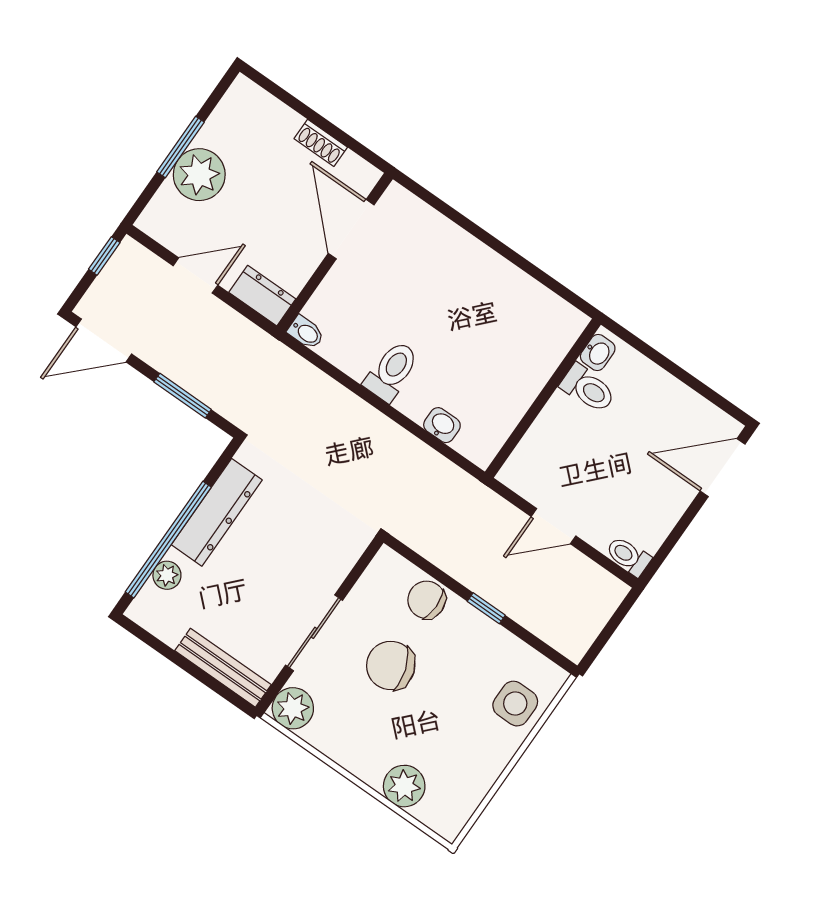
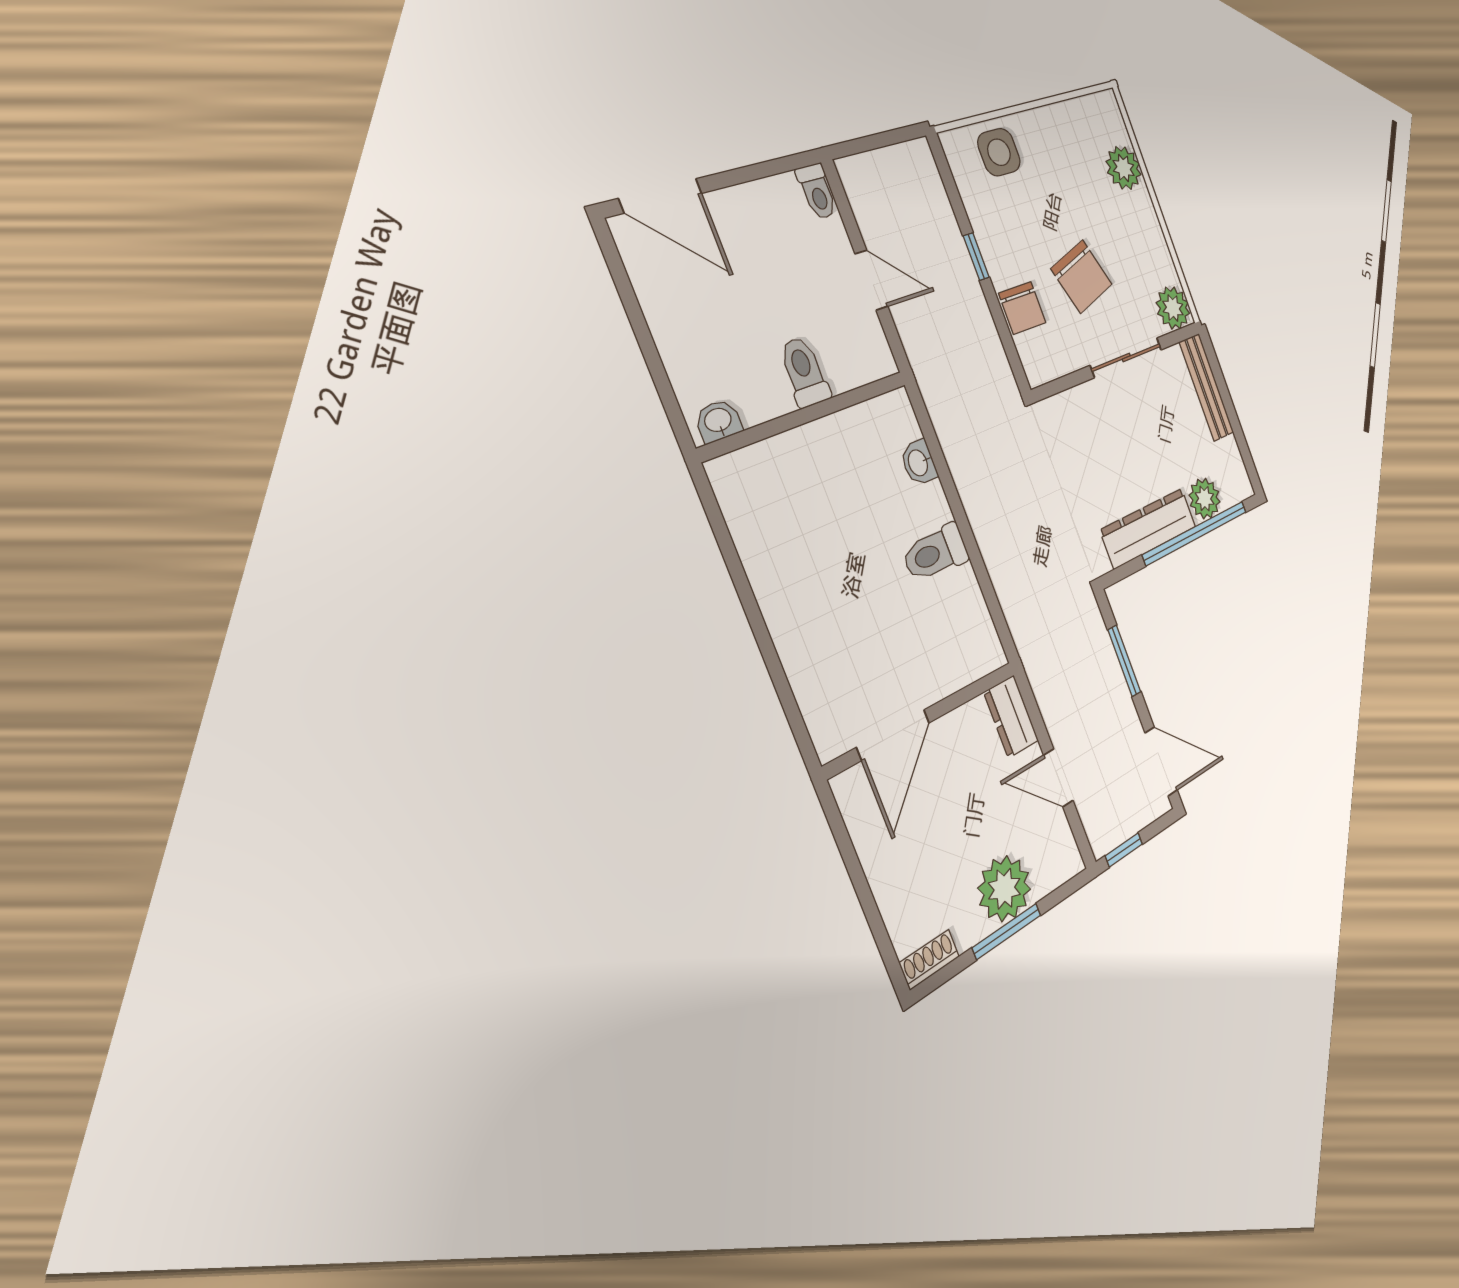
shoe rack: (321, 143) -> (929, 960), moved, turned -90
bidet: (306, 332) -> (992, 650), removed
toilet: (588, 389) -> (804, 372), moved
plant: (167, 575) -> (1205, 499), width x1.38, depth x1.38

